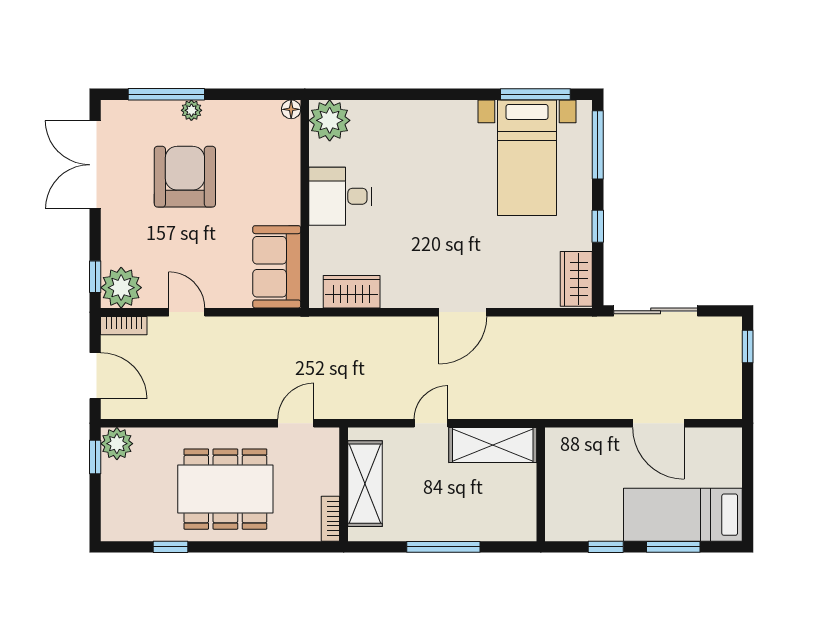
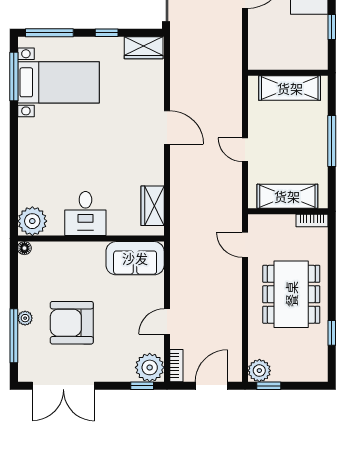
shelving: (493, 445) -> (290, 88), moved, turned 90

